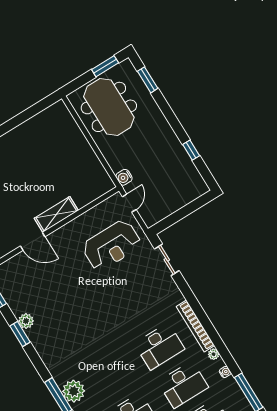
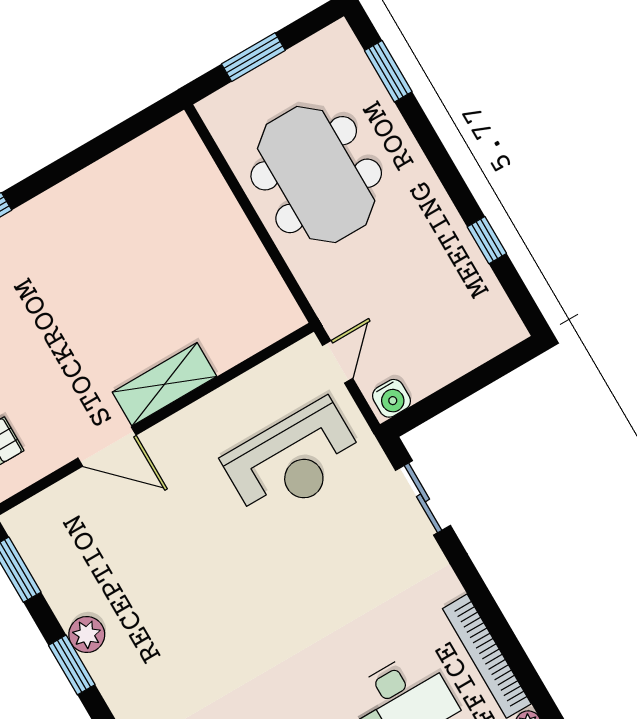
window: (105, 66) -> (253, 57), moved
meeting table: (109, 107) -> (316, 175), moved
water cooler: (124, 177) -> (391, 398), moved, turned -90

